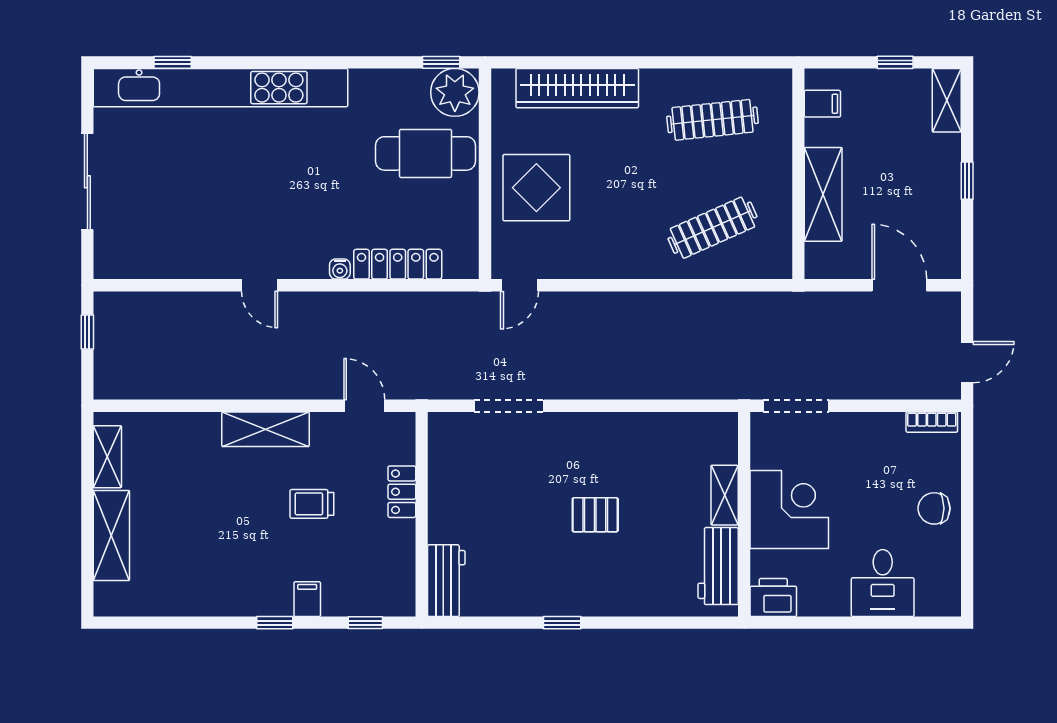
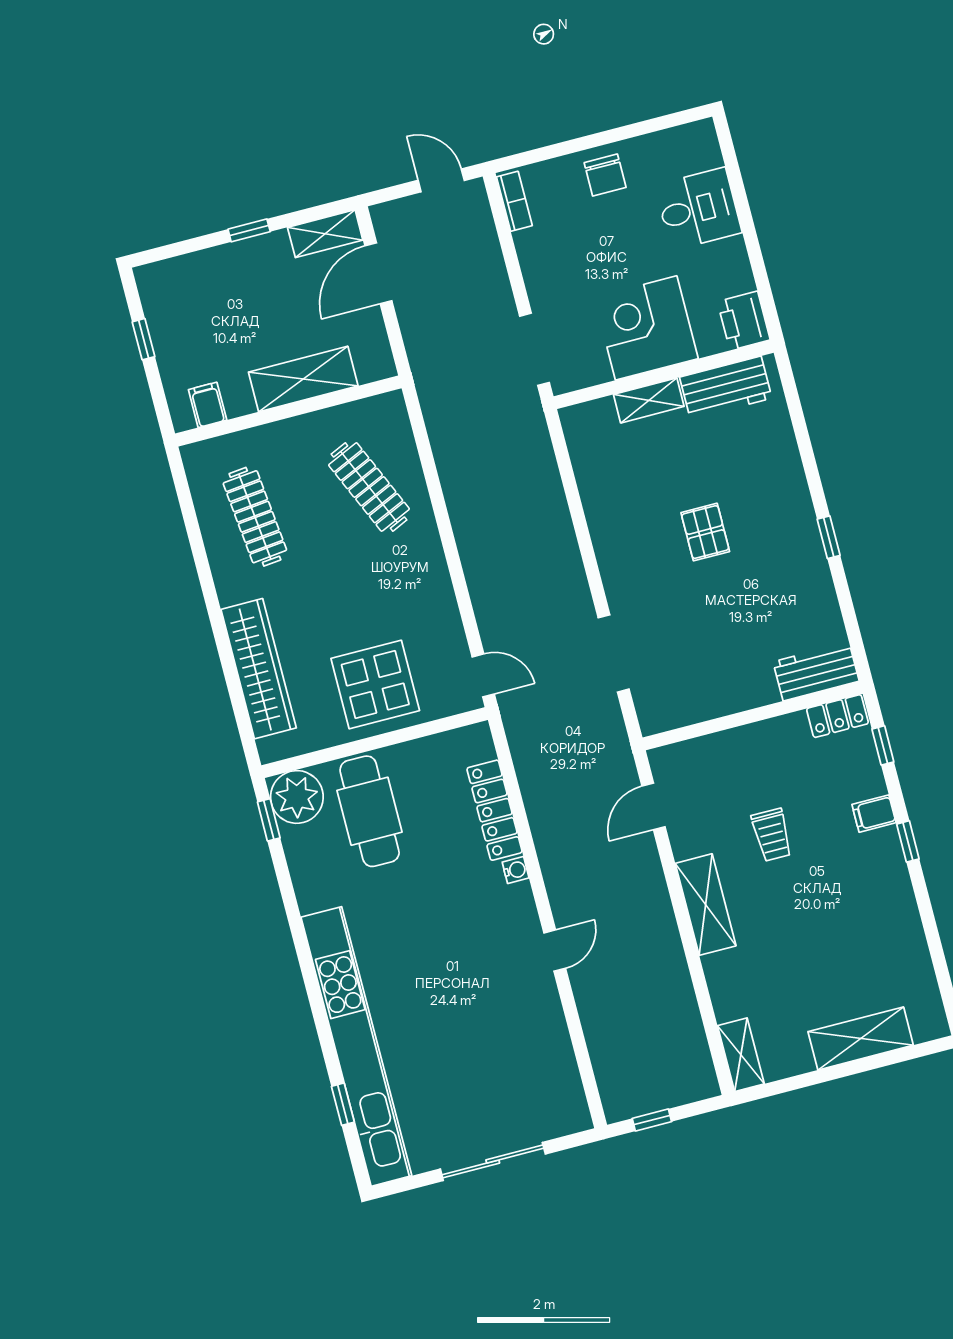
shelving: (947, 100) -> (325, 234), moved
shelving: (107, 457) -> (741, 1055), moved, turned 90
locker: (402, 492) -> (837, 716), moved

